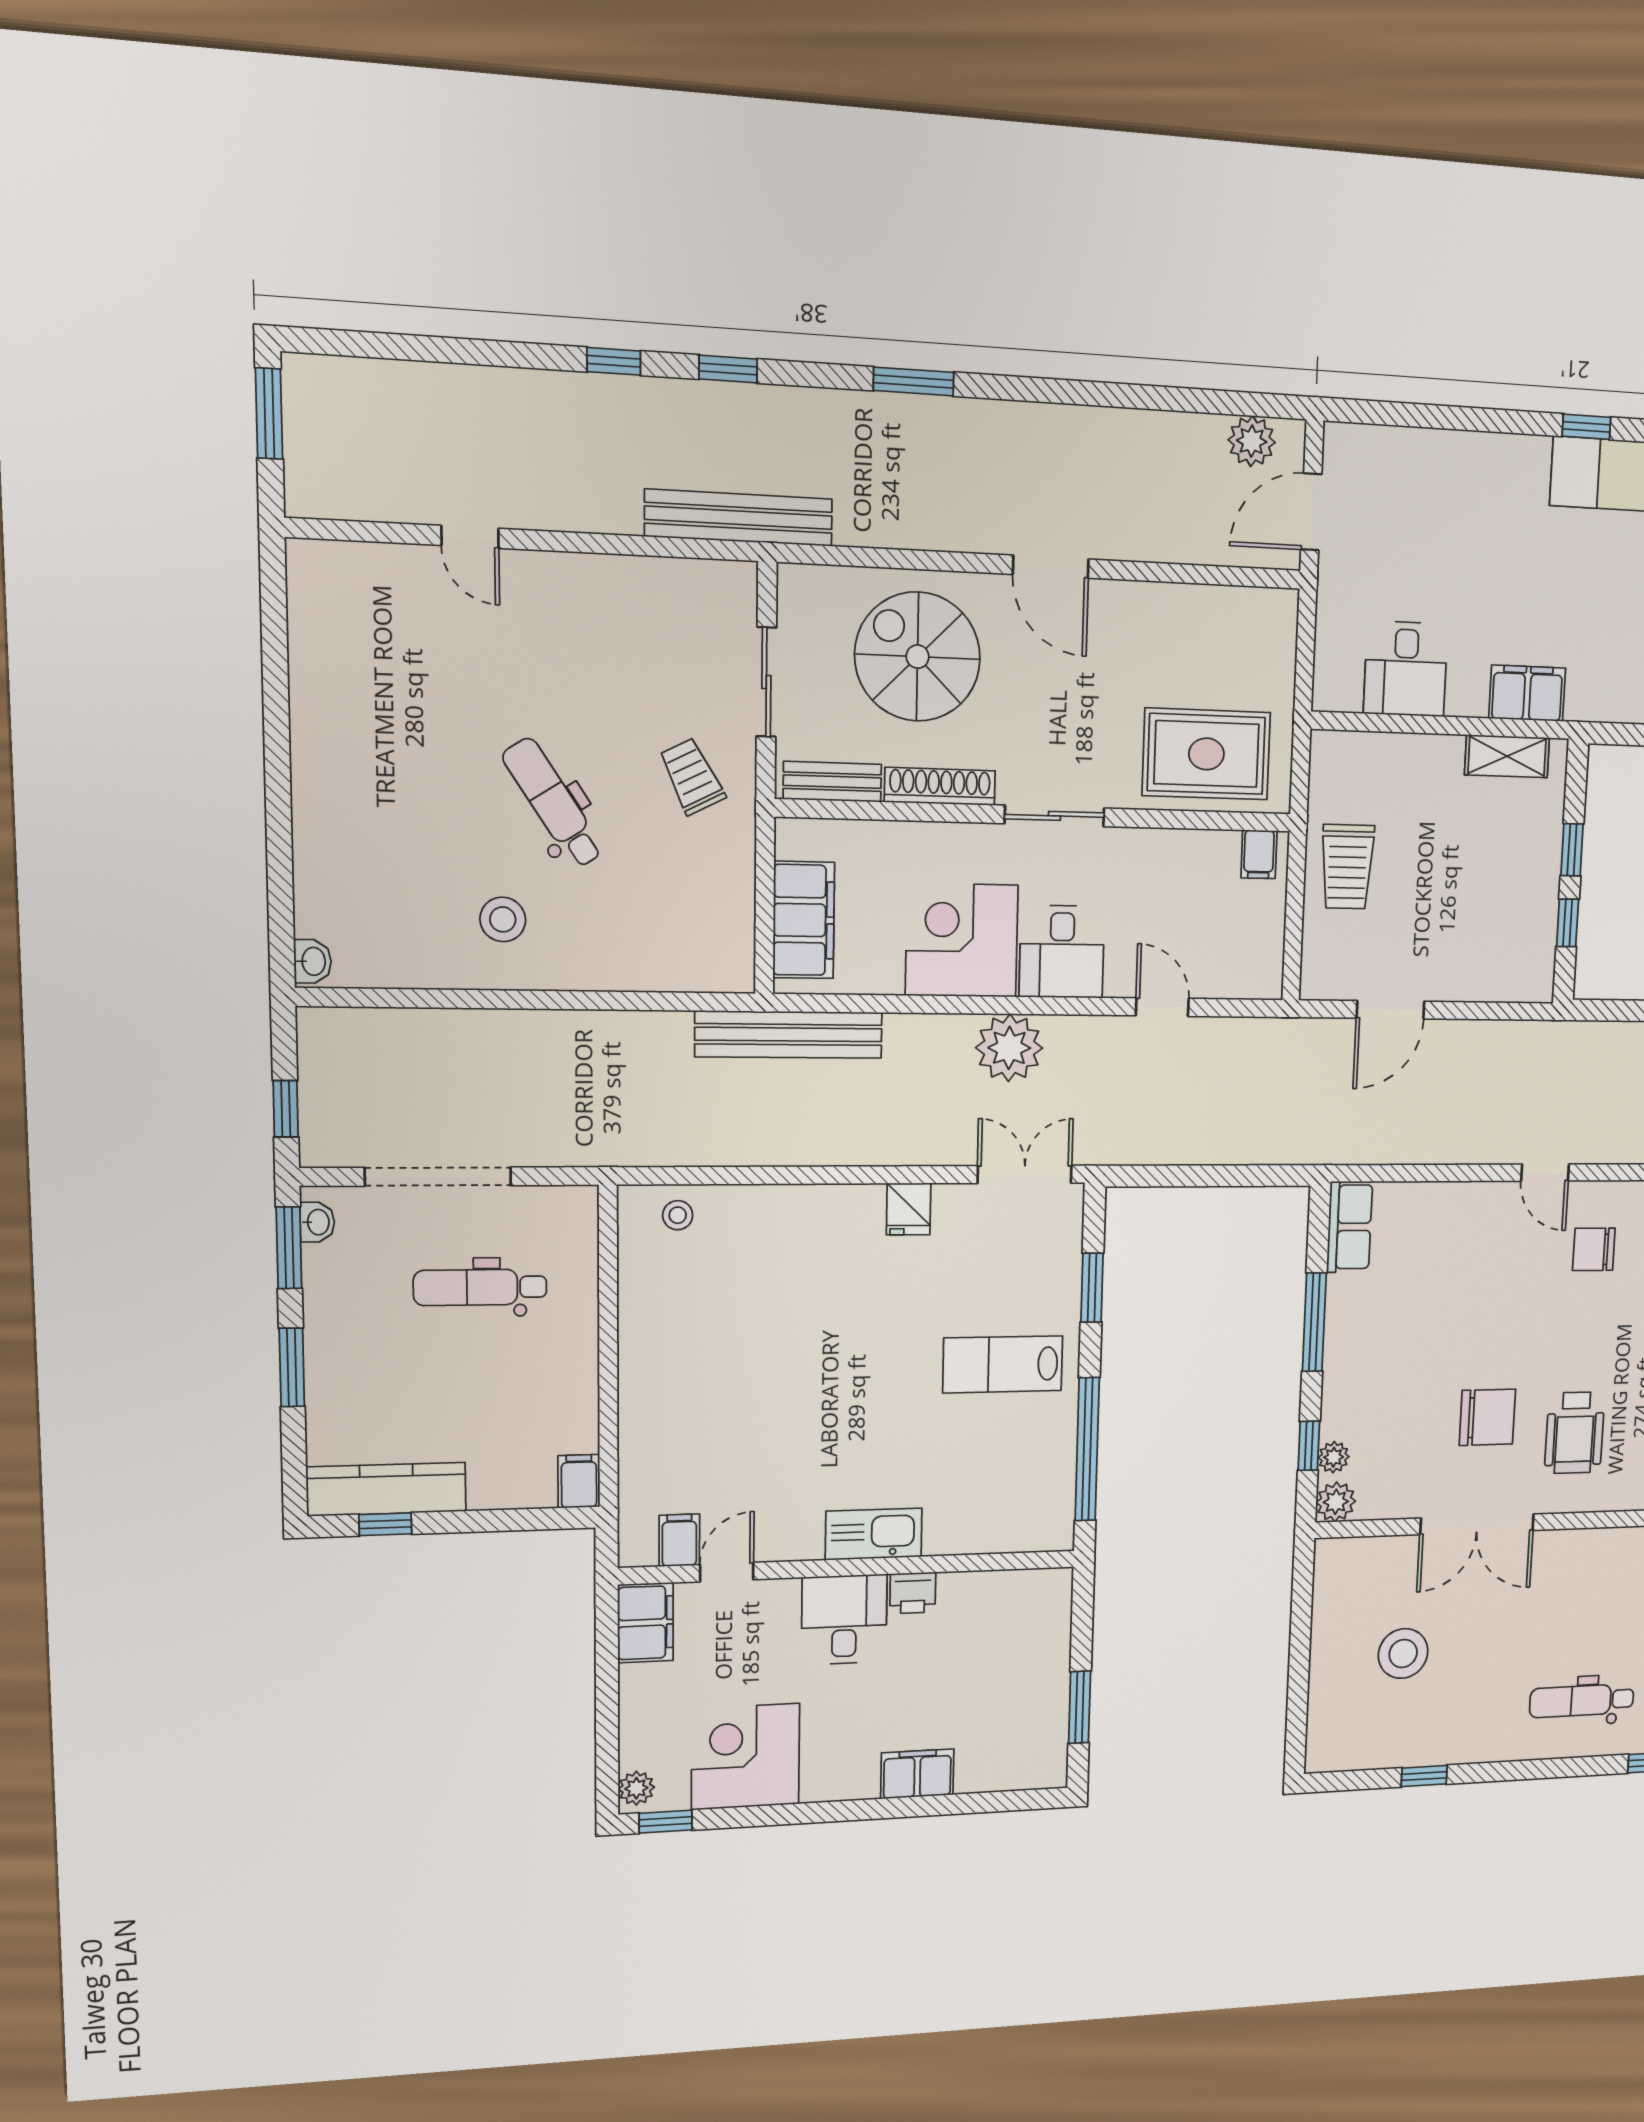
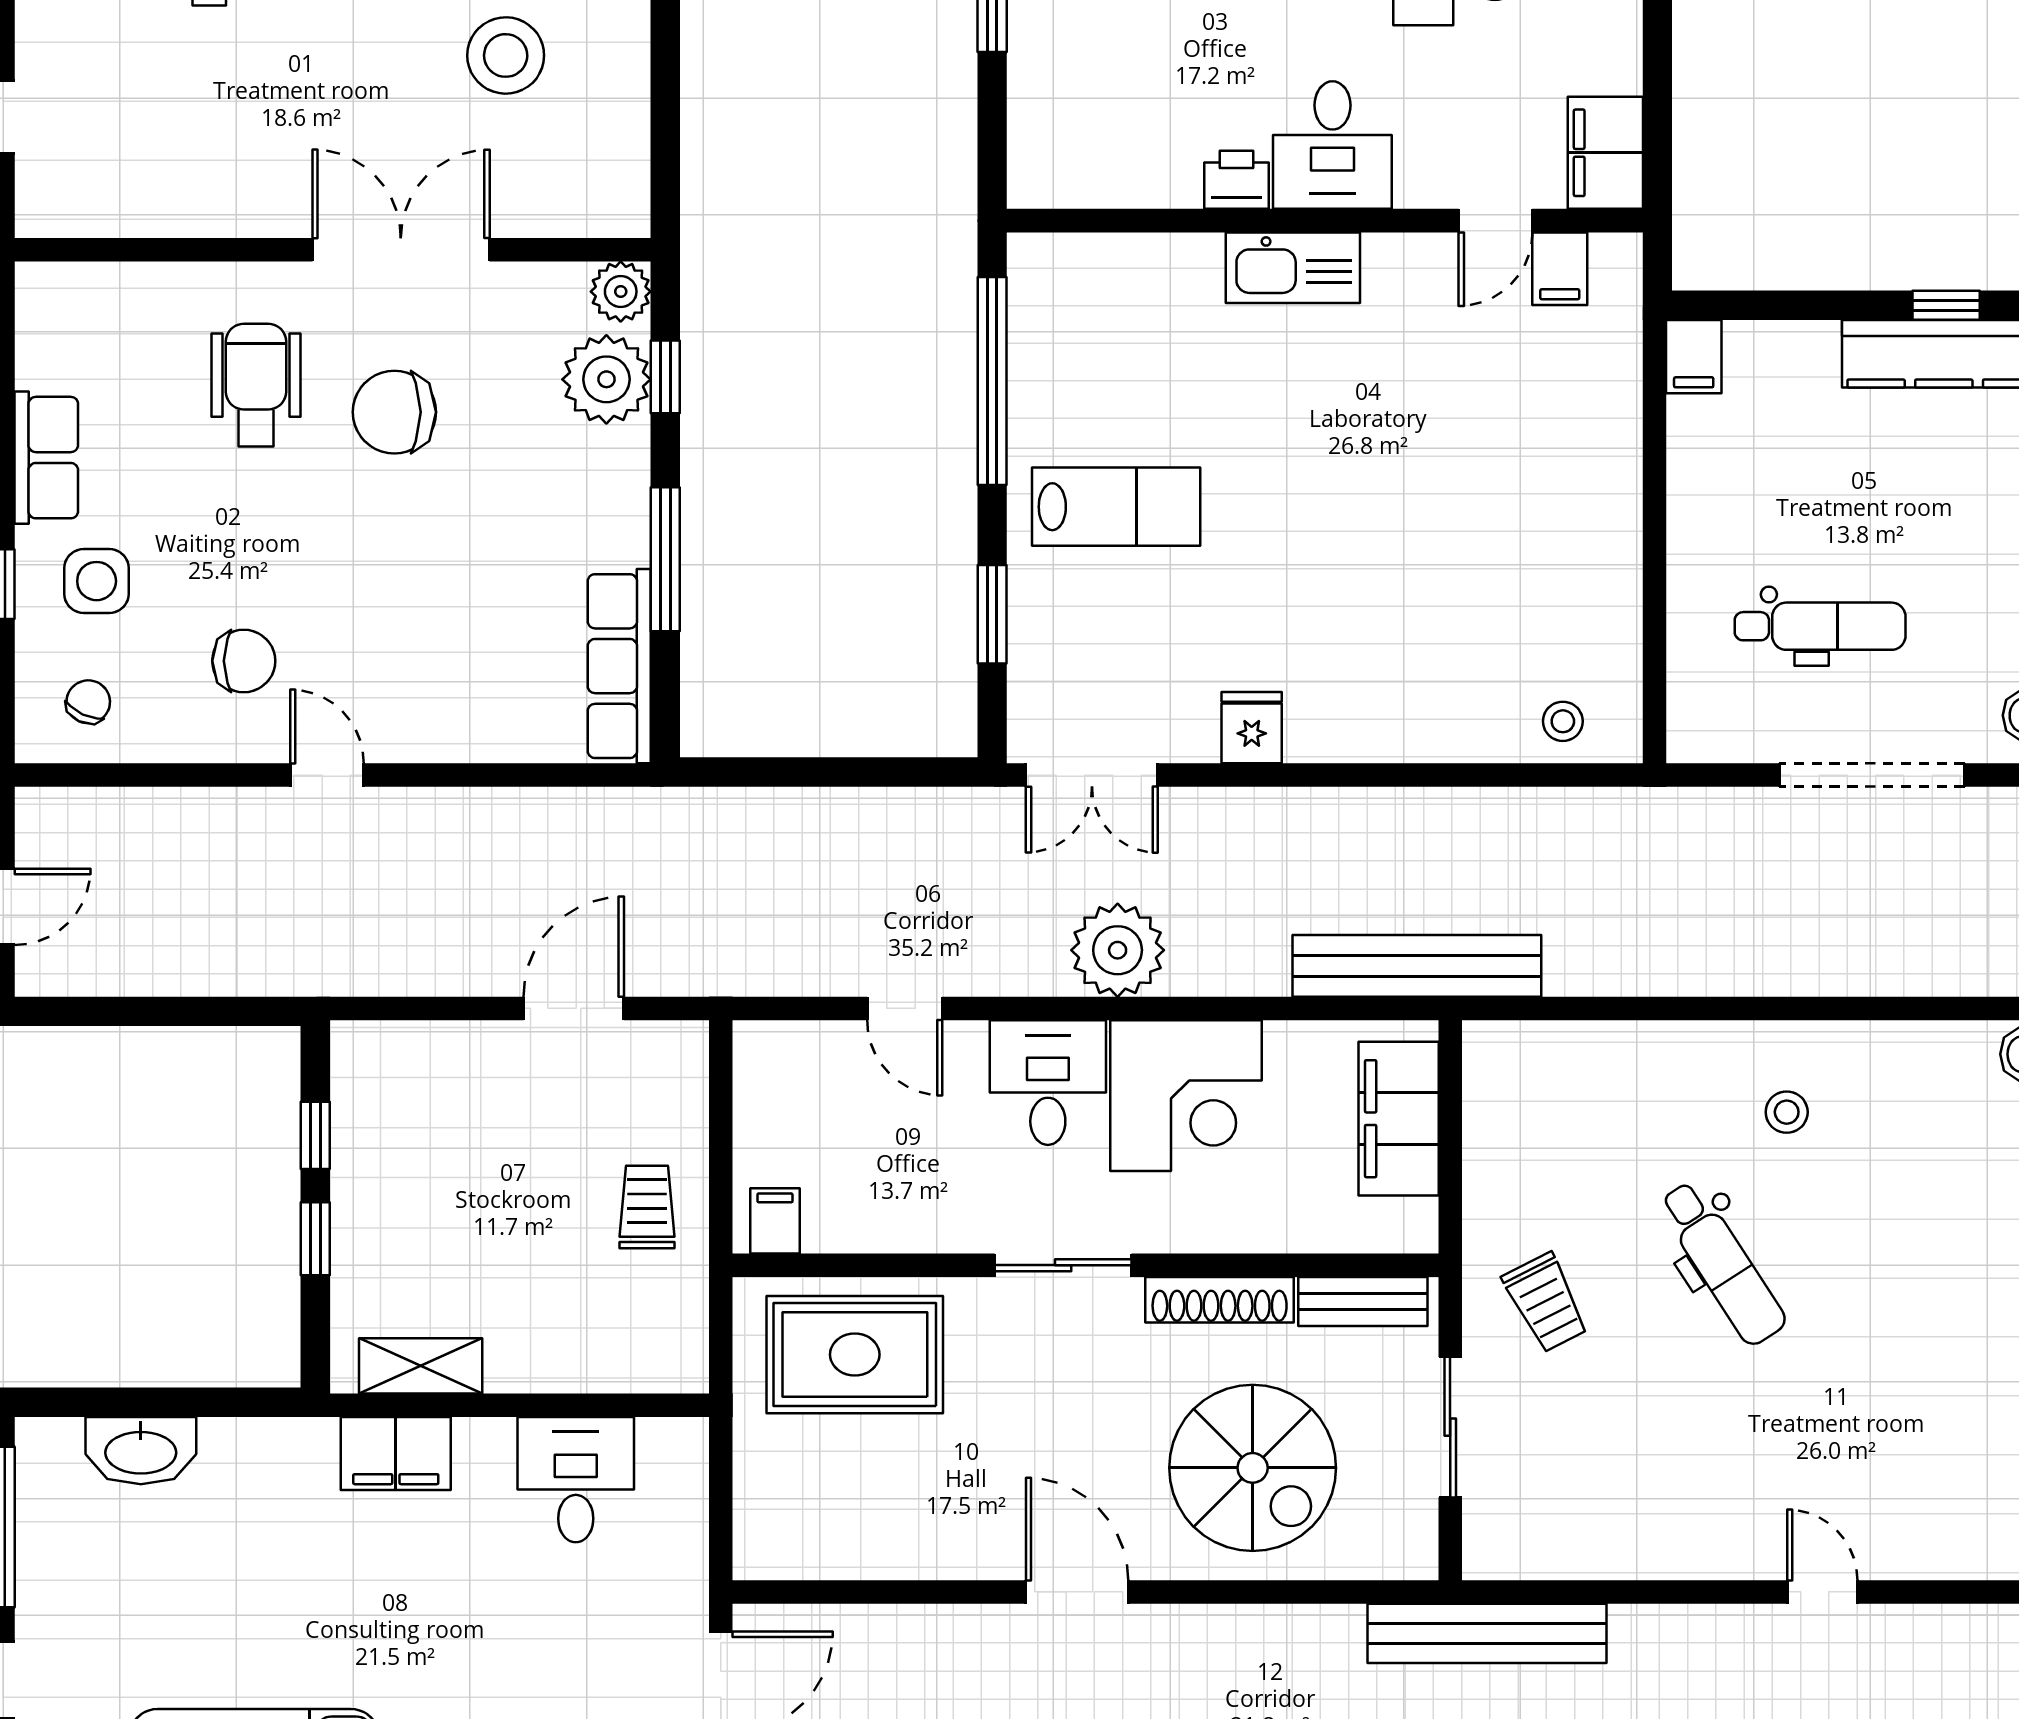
trolley: (1347, 867) -> (647, 1207), width x0.73, depth x0.72
stool: (503, 919) -> (1787, 1112), width x0.73, depth x0.73
row of seats: (1350, 1227) -> (619, 666), width x1.48
plant: (1334, 1457) -> (606, 379), width x1.88, depth x1.88

